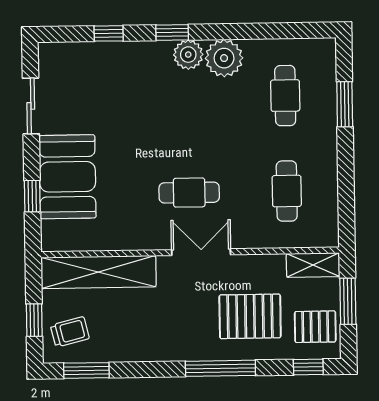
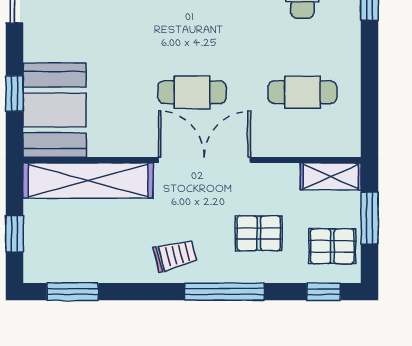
booth: (67, 177) -> (55, 110), moved
cafe table: (287, 191) -> (302, 92), turned 90
double door: (201, 252) -> (204, 160), width x1.37
pallet: (250, 316) -> (259, 233), width x0.67, depth x0.71
trolley: (70, 332) -> (175, 255), moved

